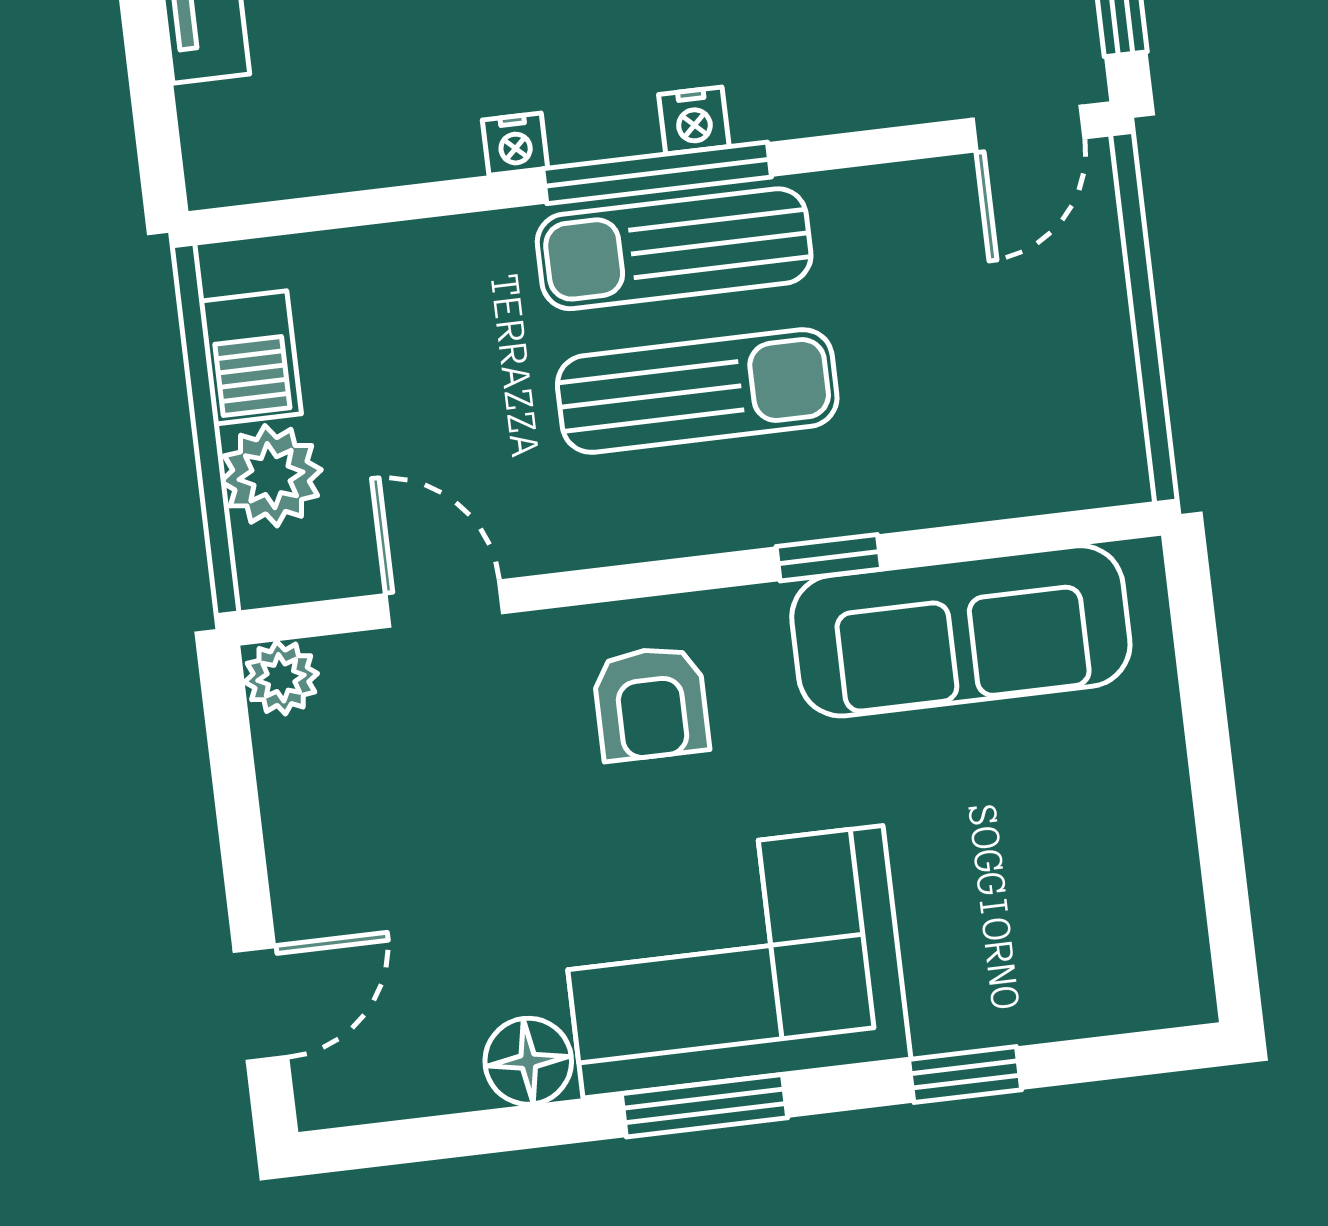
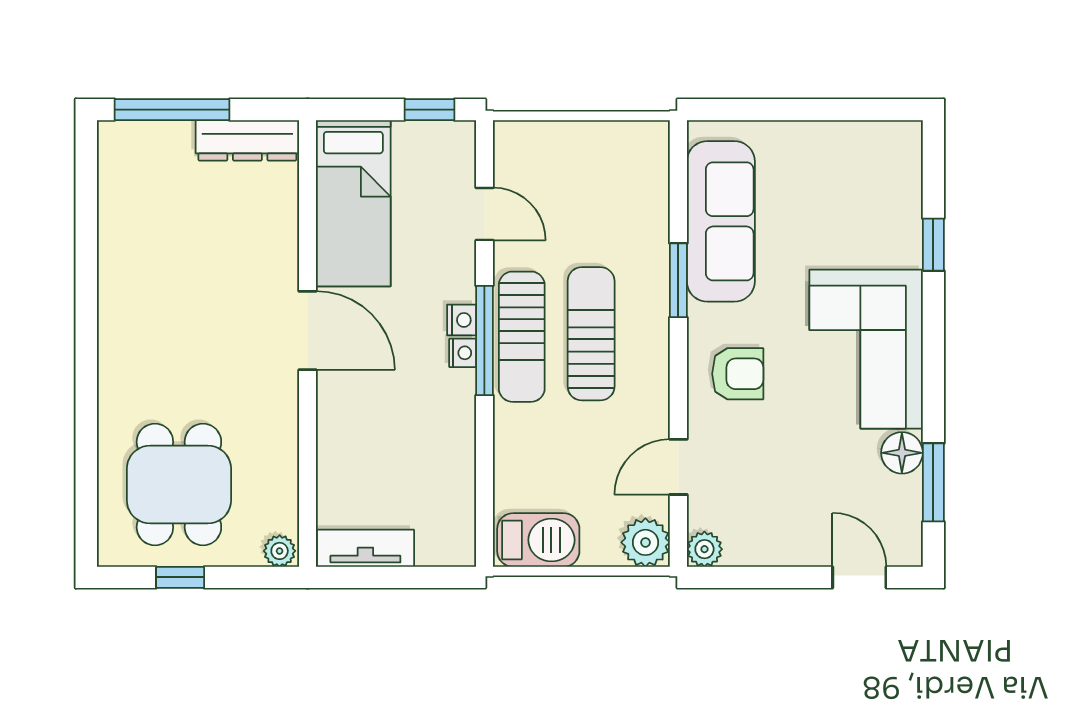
door: (1028, 129) -> (484, 214), moved
nightstand: (515, 144) -> (463, 353), moved
barbecue: (250, 358) -> (538, 540), width x1.38, depth x1.27
plant: (271, 476) -> (645, 542), moved
window: (829, 558) -> (678, 280), width x1.50
window: (704, 1106) -> (933, 482), moved

